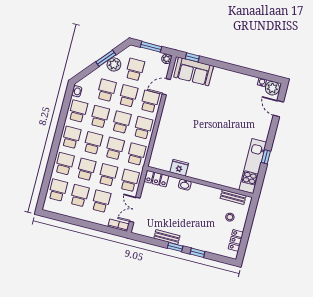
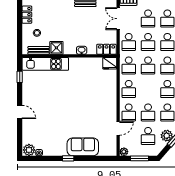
window: (192, 57) -> (68, 158), moved
sofa: (194, 72) -> (83, 147), moved
door: (278, 109) -> (20, 112), moved
school desk: (121, 122) -> (148, 89), removed
window: (266, 157) -> (20, 77), moved
kitchen unit: (253, 166) -> (45, 64), moved, turned 90
fridge: (179, 168) -> (110, 63), moved
shower: (212, 195) -> (56, 48), added
double door: (135, 210) -> (118, 19), swing flipped

